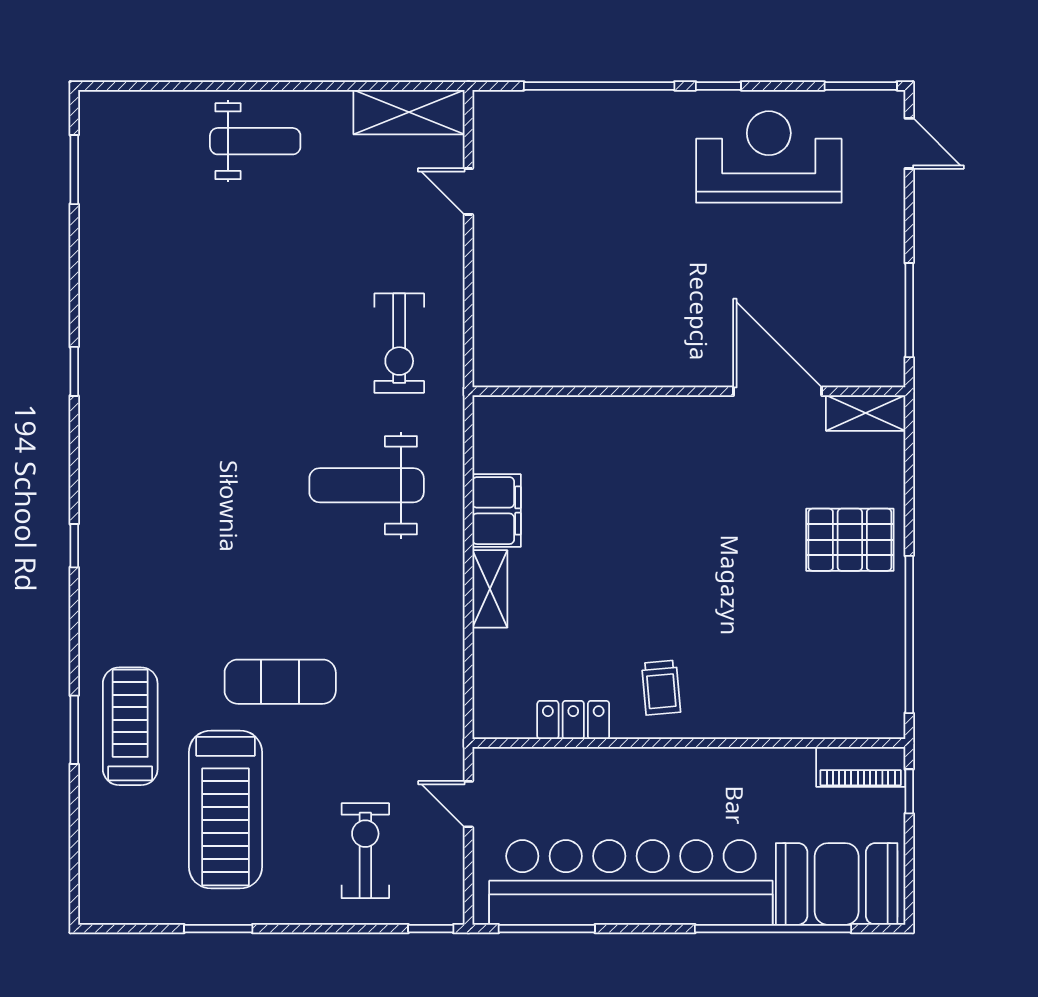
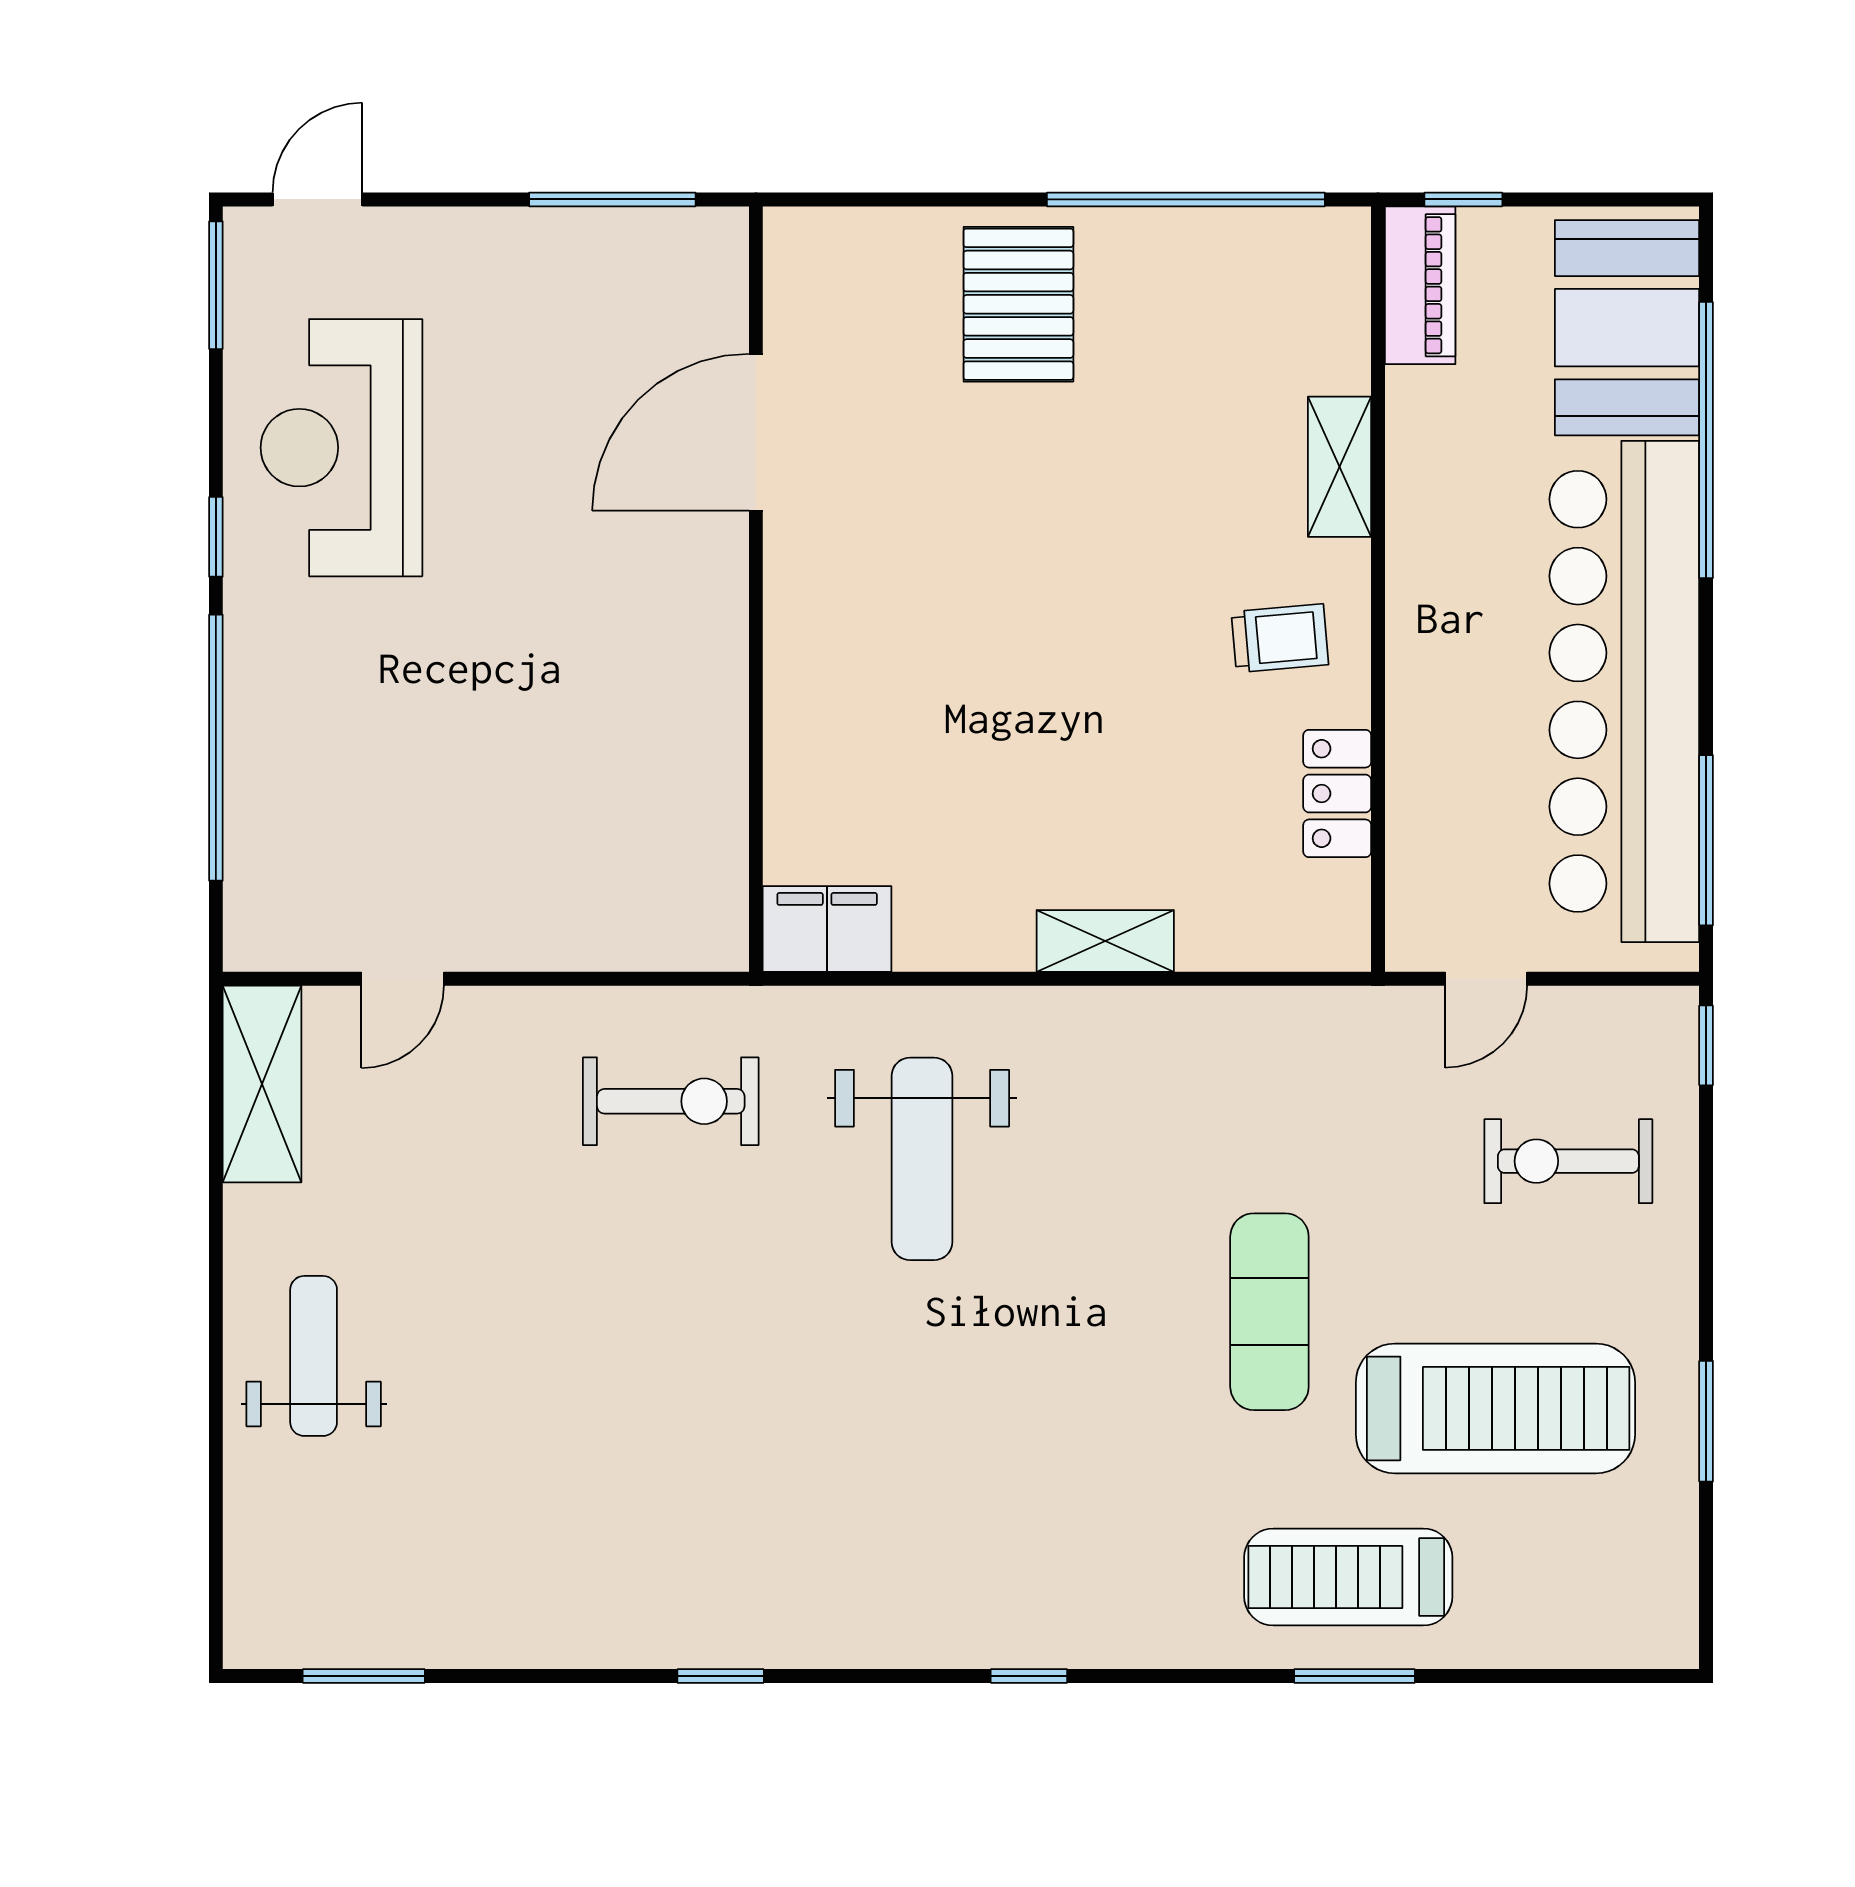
shelving: (866, 413) -> (1340, 467), moved
filing cabinet: (497, 511) -> (827, 929), moved

